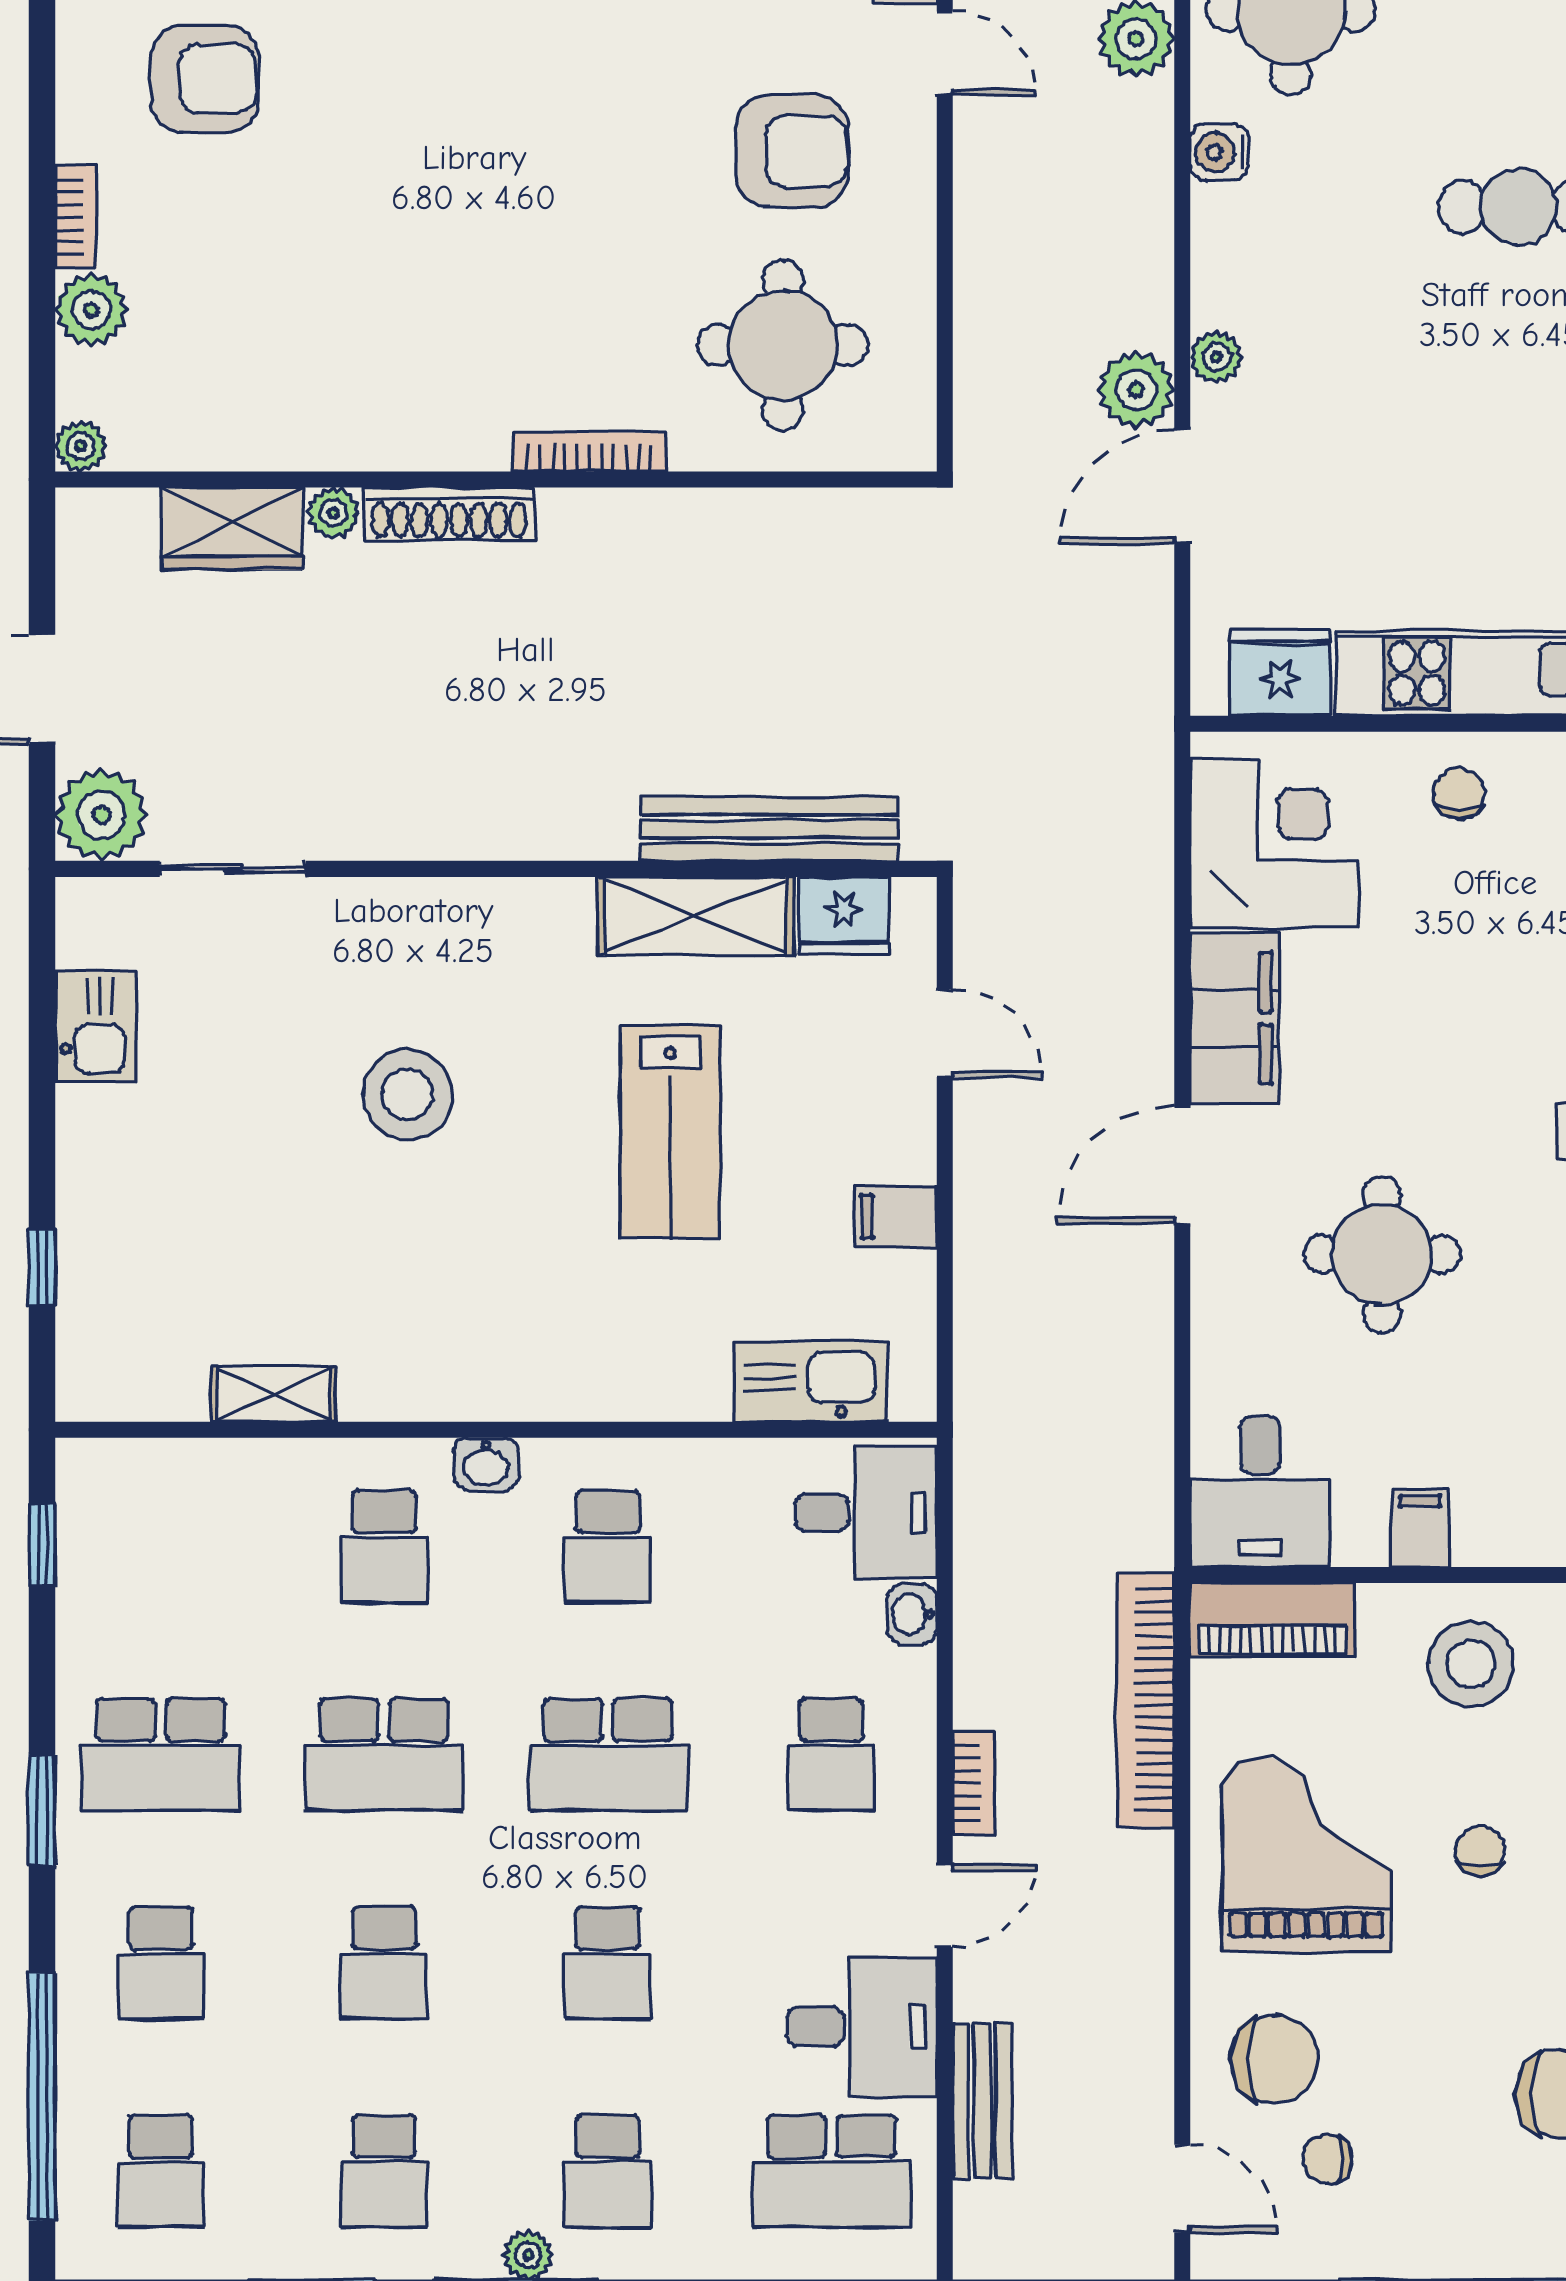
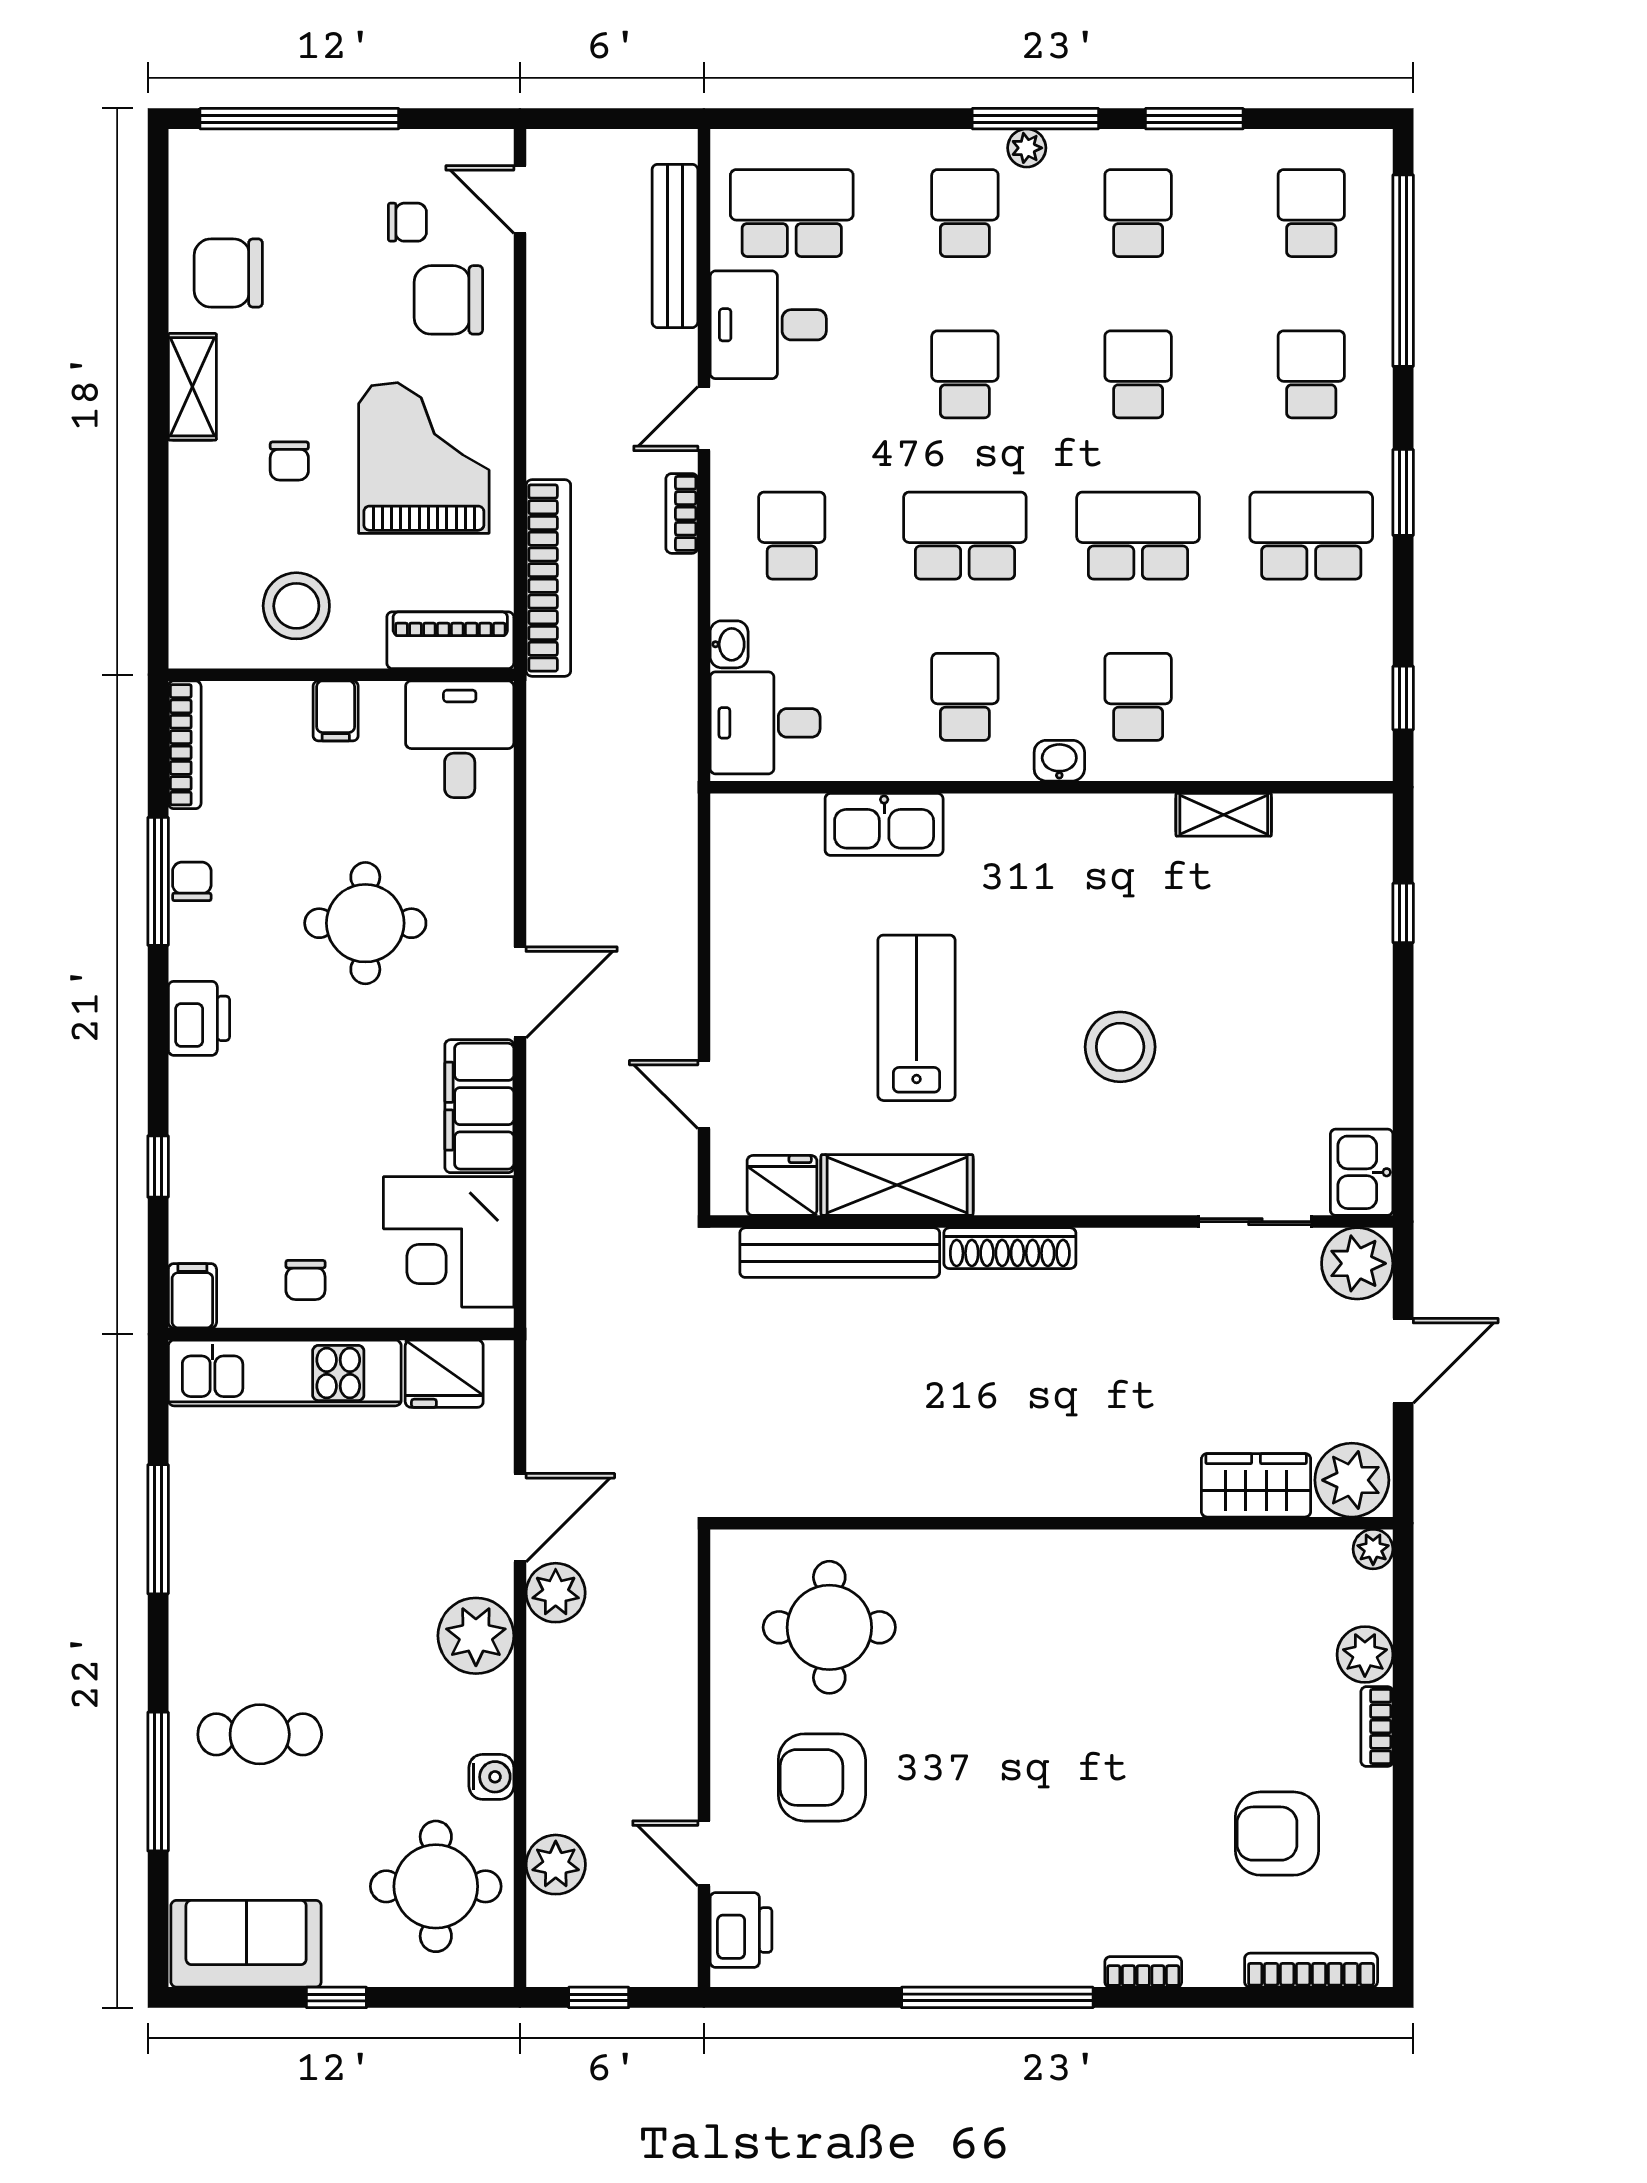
plant: (1216, 357) -> (476, 1636), width x1.87, depth x1.87
bookcase: (589, 452) -> (979, 1545), removed
plant: (333, 513) -> (1352, 1480), moved, width x1.88, depth x1.88
shoe rack: (449, 514) -> (1010, 1248), moved, turned 180
kitchen sink: (96, 1027) -> (1362, 1172), moved
filing cabinet: (896, 1216) -> (742, 952), removed
kitchen sink: (811, 1382) -> (884, 824), moved
grand piano: (1306, 1855) -> (424, 458), turned 180
bench: (982, 2100) -> (675, 246), width x1.36

